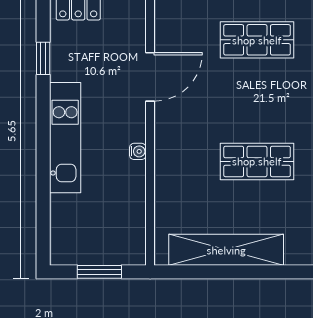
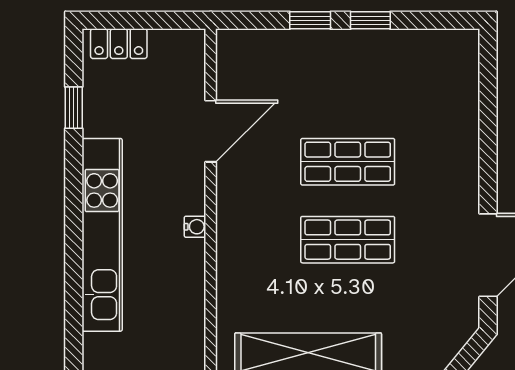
shop shelf: (257, 40) -> (348, 162), moved
kitchen unit: (65, 138) -> (102, 235), width x1.36

